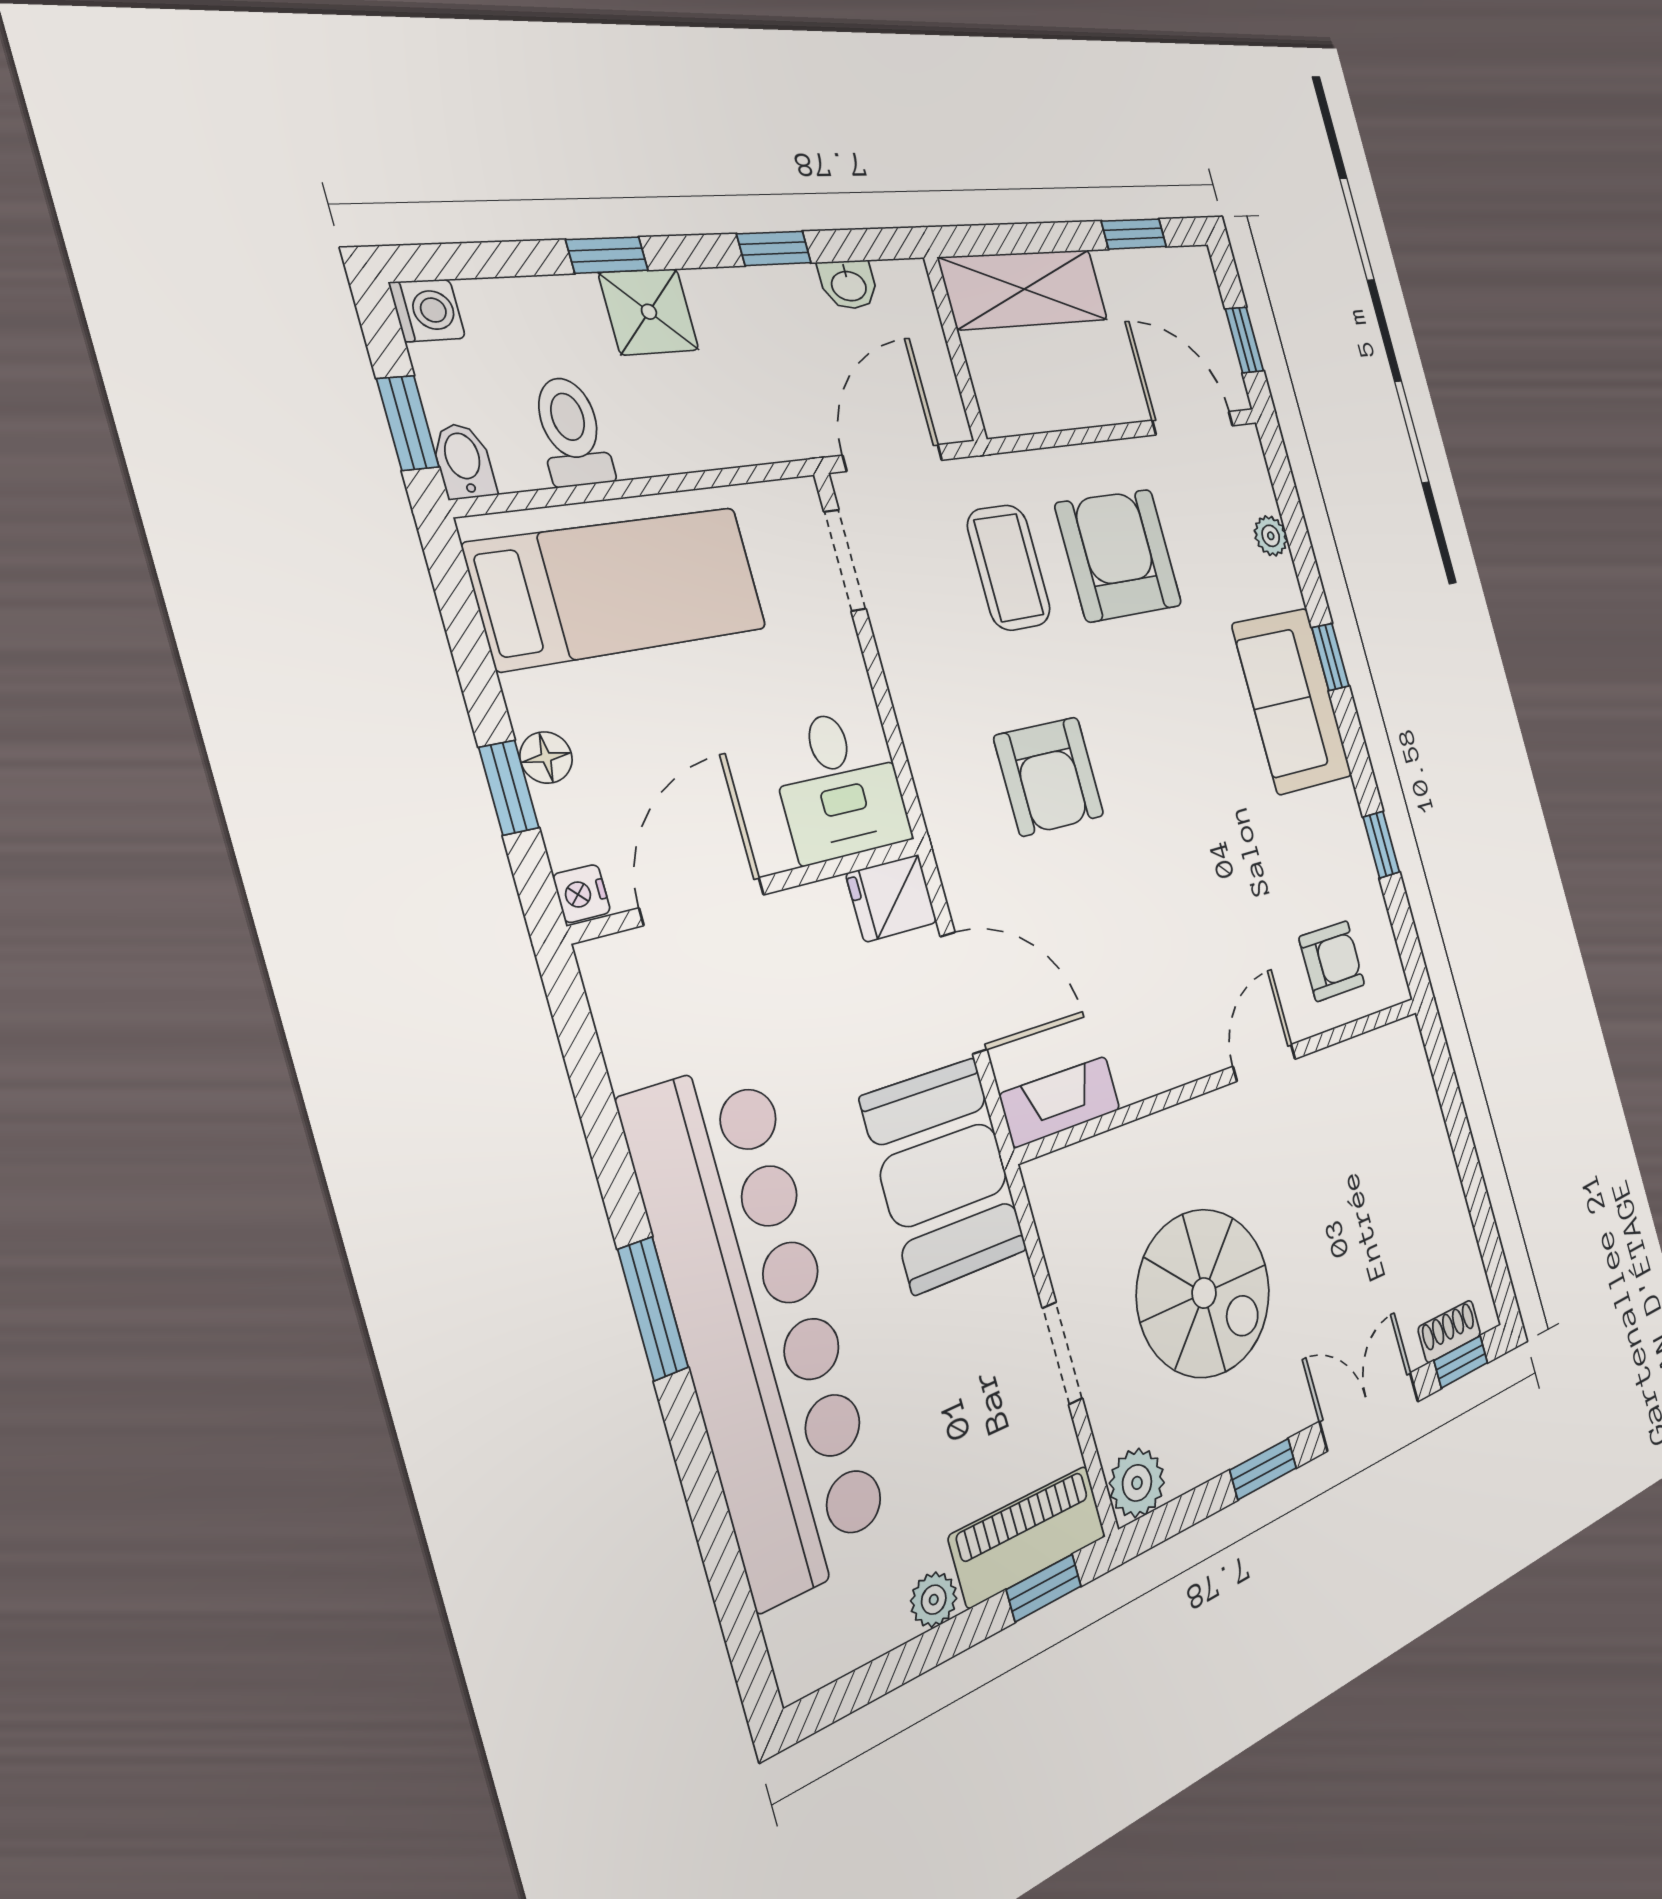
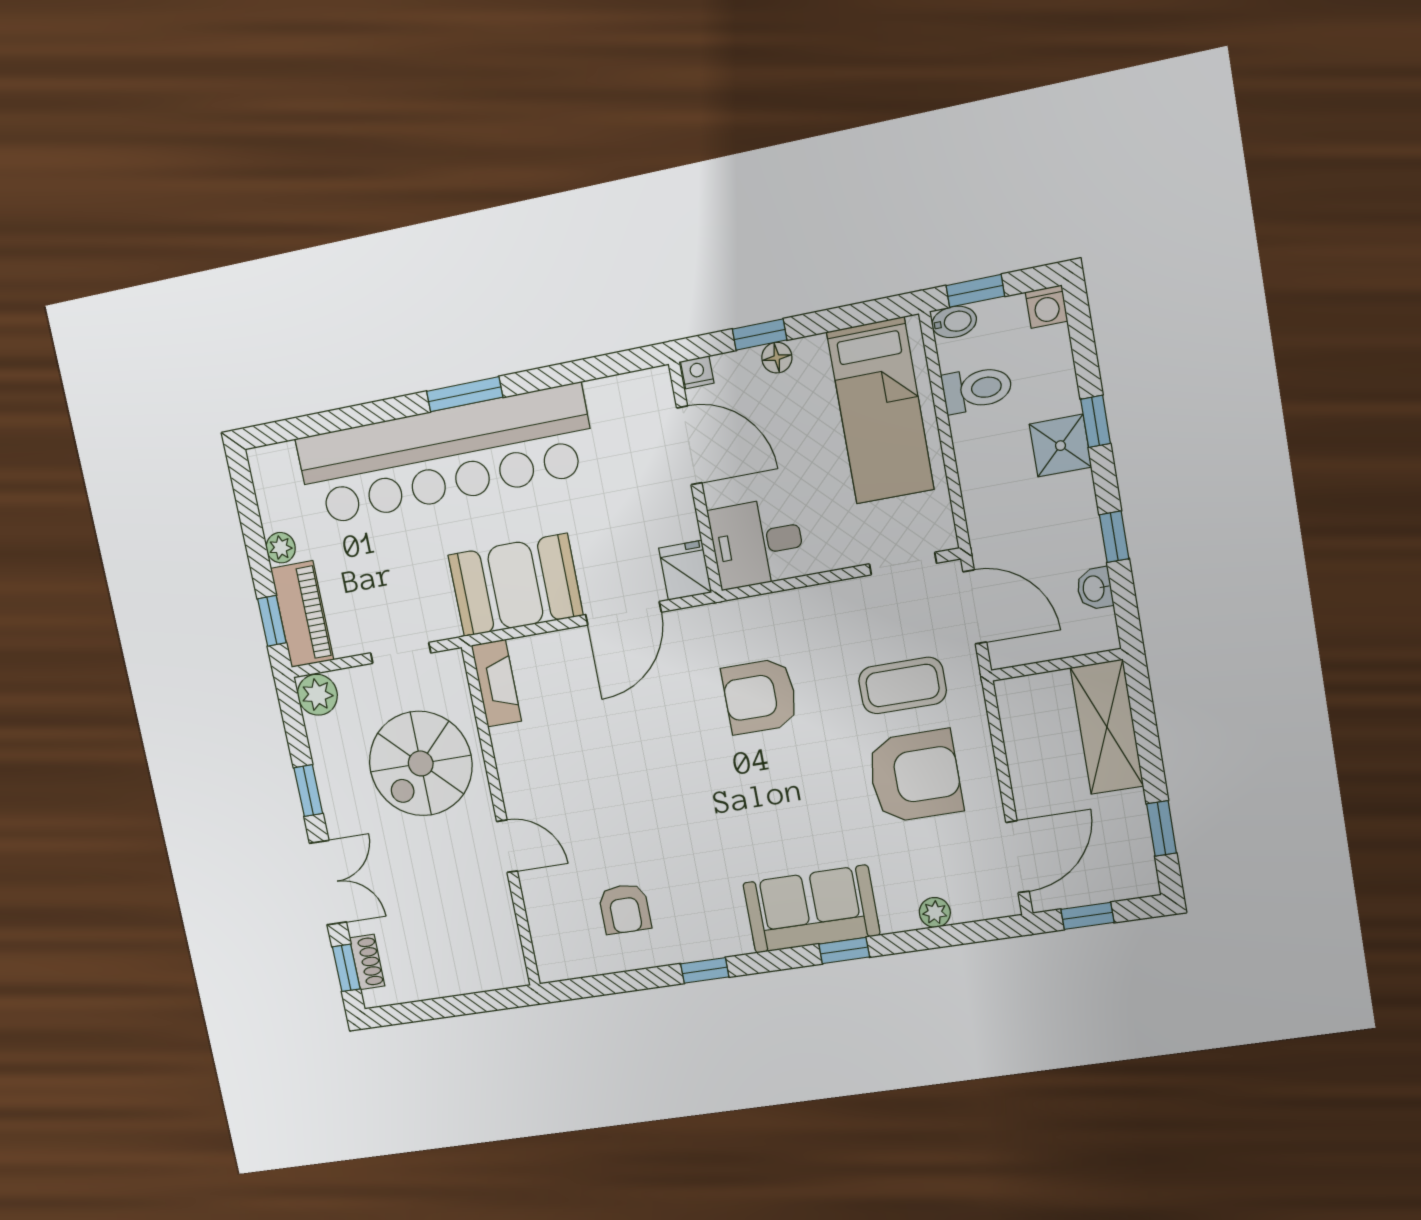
door: (1264, 1063) -> (507, 846), moved
wall: (1231, 1075) -> (501, 817), moved
fireplace: (1060, 1102) -> (496, 683), moved

